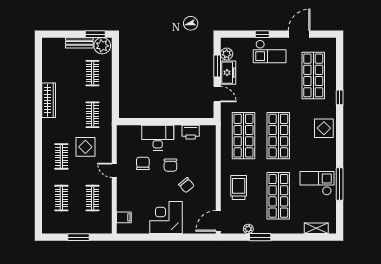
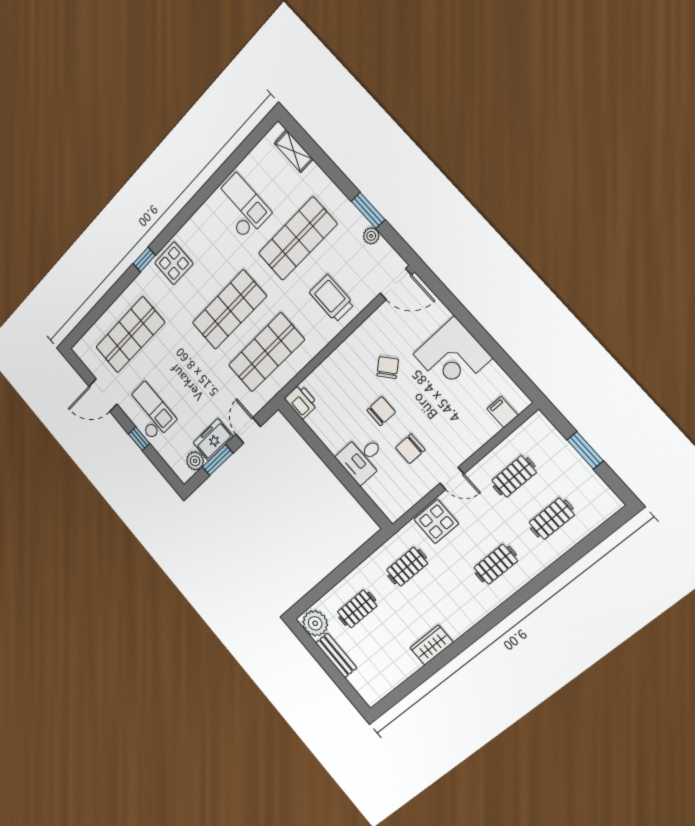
window: (95, 34) -> (309, 643), removed
window: (340, 97) -> (144, 260), moved
wardrobe: (49, 100) -> (431, 645), width x0.67
printer: (191, 132) -> (301, 402), moved
desk: (158, 138) -> (362, 458), width x0.73
display table: (85, 147) -> (436, 522), moved
door: (114, 170) -> (452, 478), hinge flipped
checkout: (317, 183) -> (241, 206), turned 180
window: (340, 184) -> (218, 178), removed
trolley: (239, 187) -> (332, 298), turned 90

